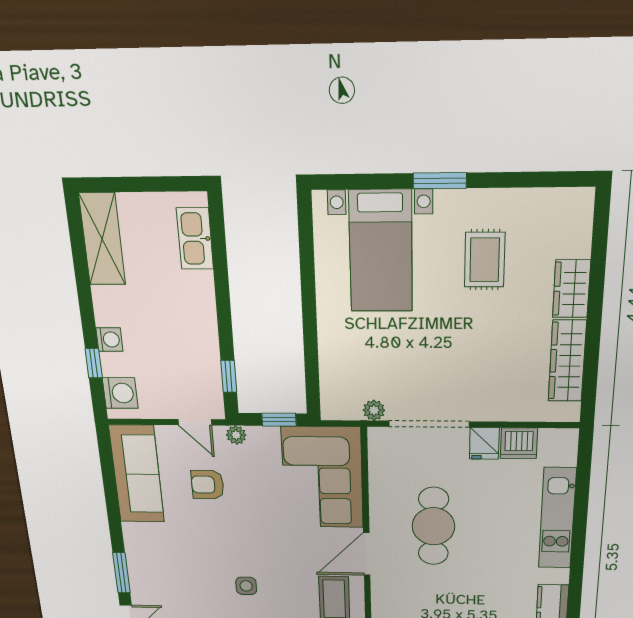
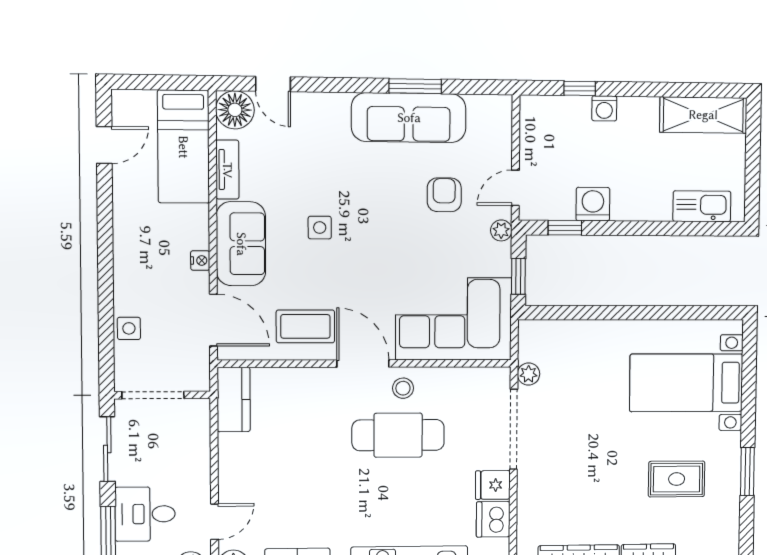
window: (440, 181) -> (747, 471), moved
washing machine: (120, 393) -> (593, 204), moved, turned 180
sofa: (137, 474) -> (409, 118), moved
stool: (389, 522) -> (403, 388), added
window: (121, 573) -> (415, 86), moved

